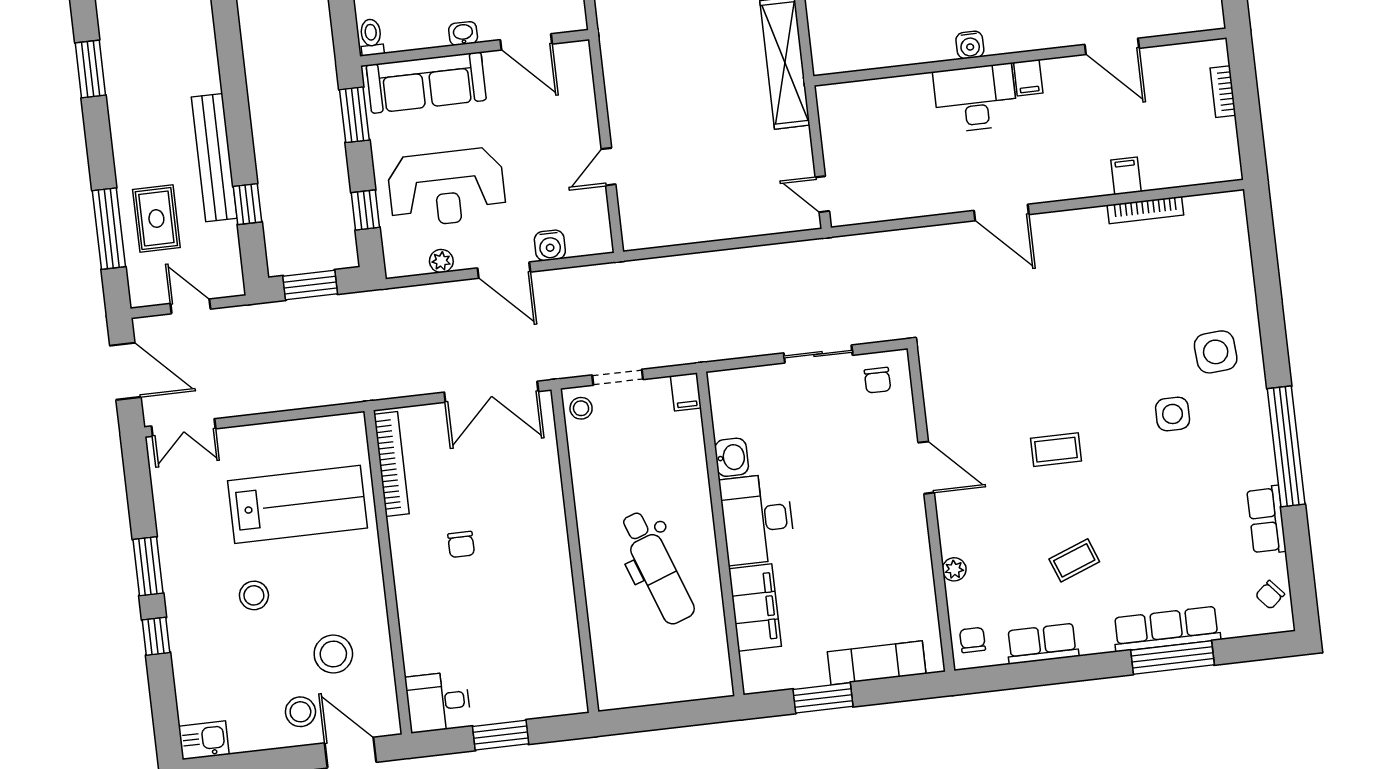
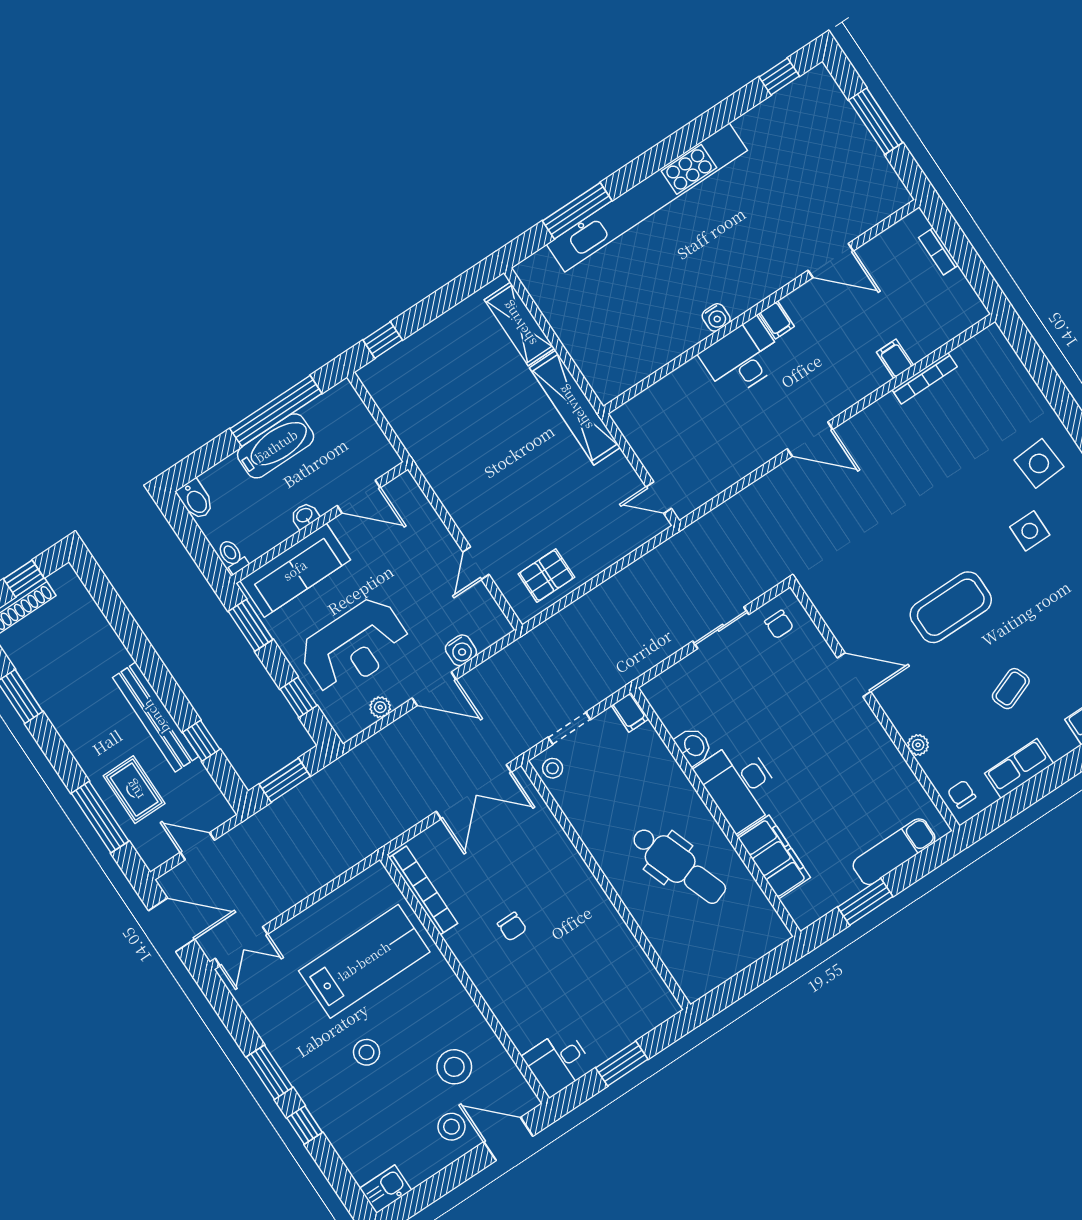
pallet: (672, 215) -> (546, 576), added
coffee table: (1056, 450) -> (951, 607), width x1.86, depth x1.72

